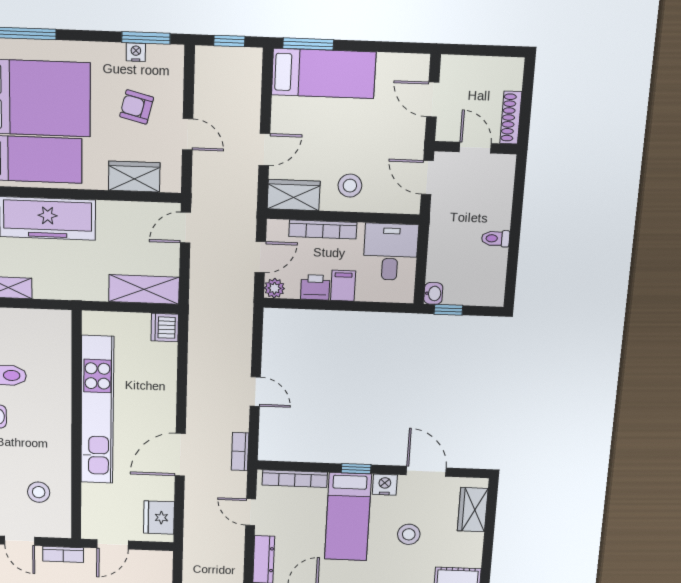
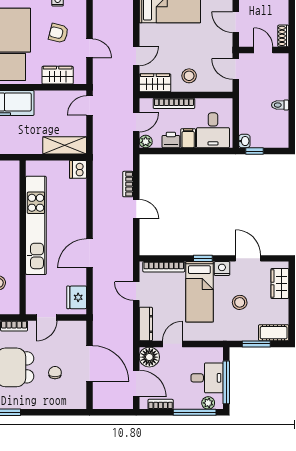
shoe rack: (511, 118) -> (283, 36), width x0.70
desk: (391, 252) -> (213, 130), moved, turned 180
bookcase: (240, 452) -> (128, 184), moved

